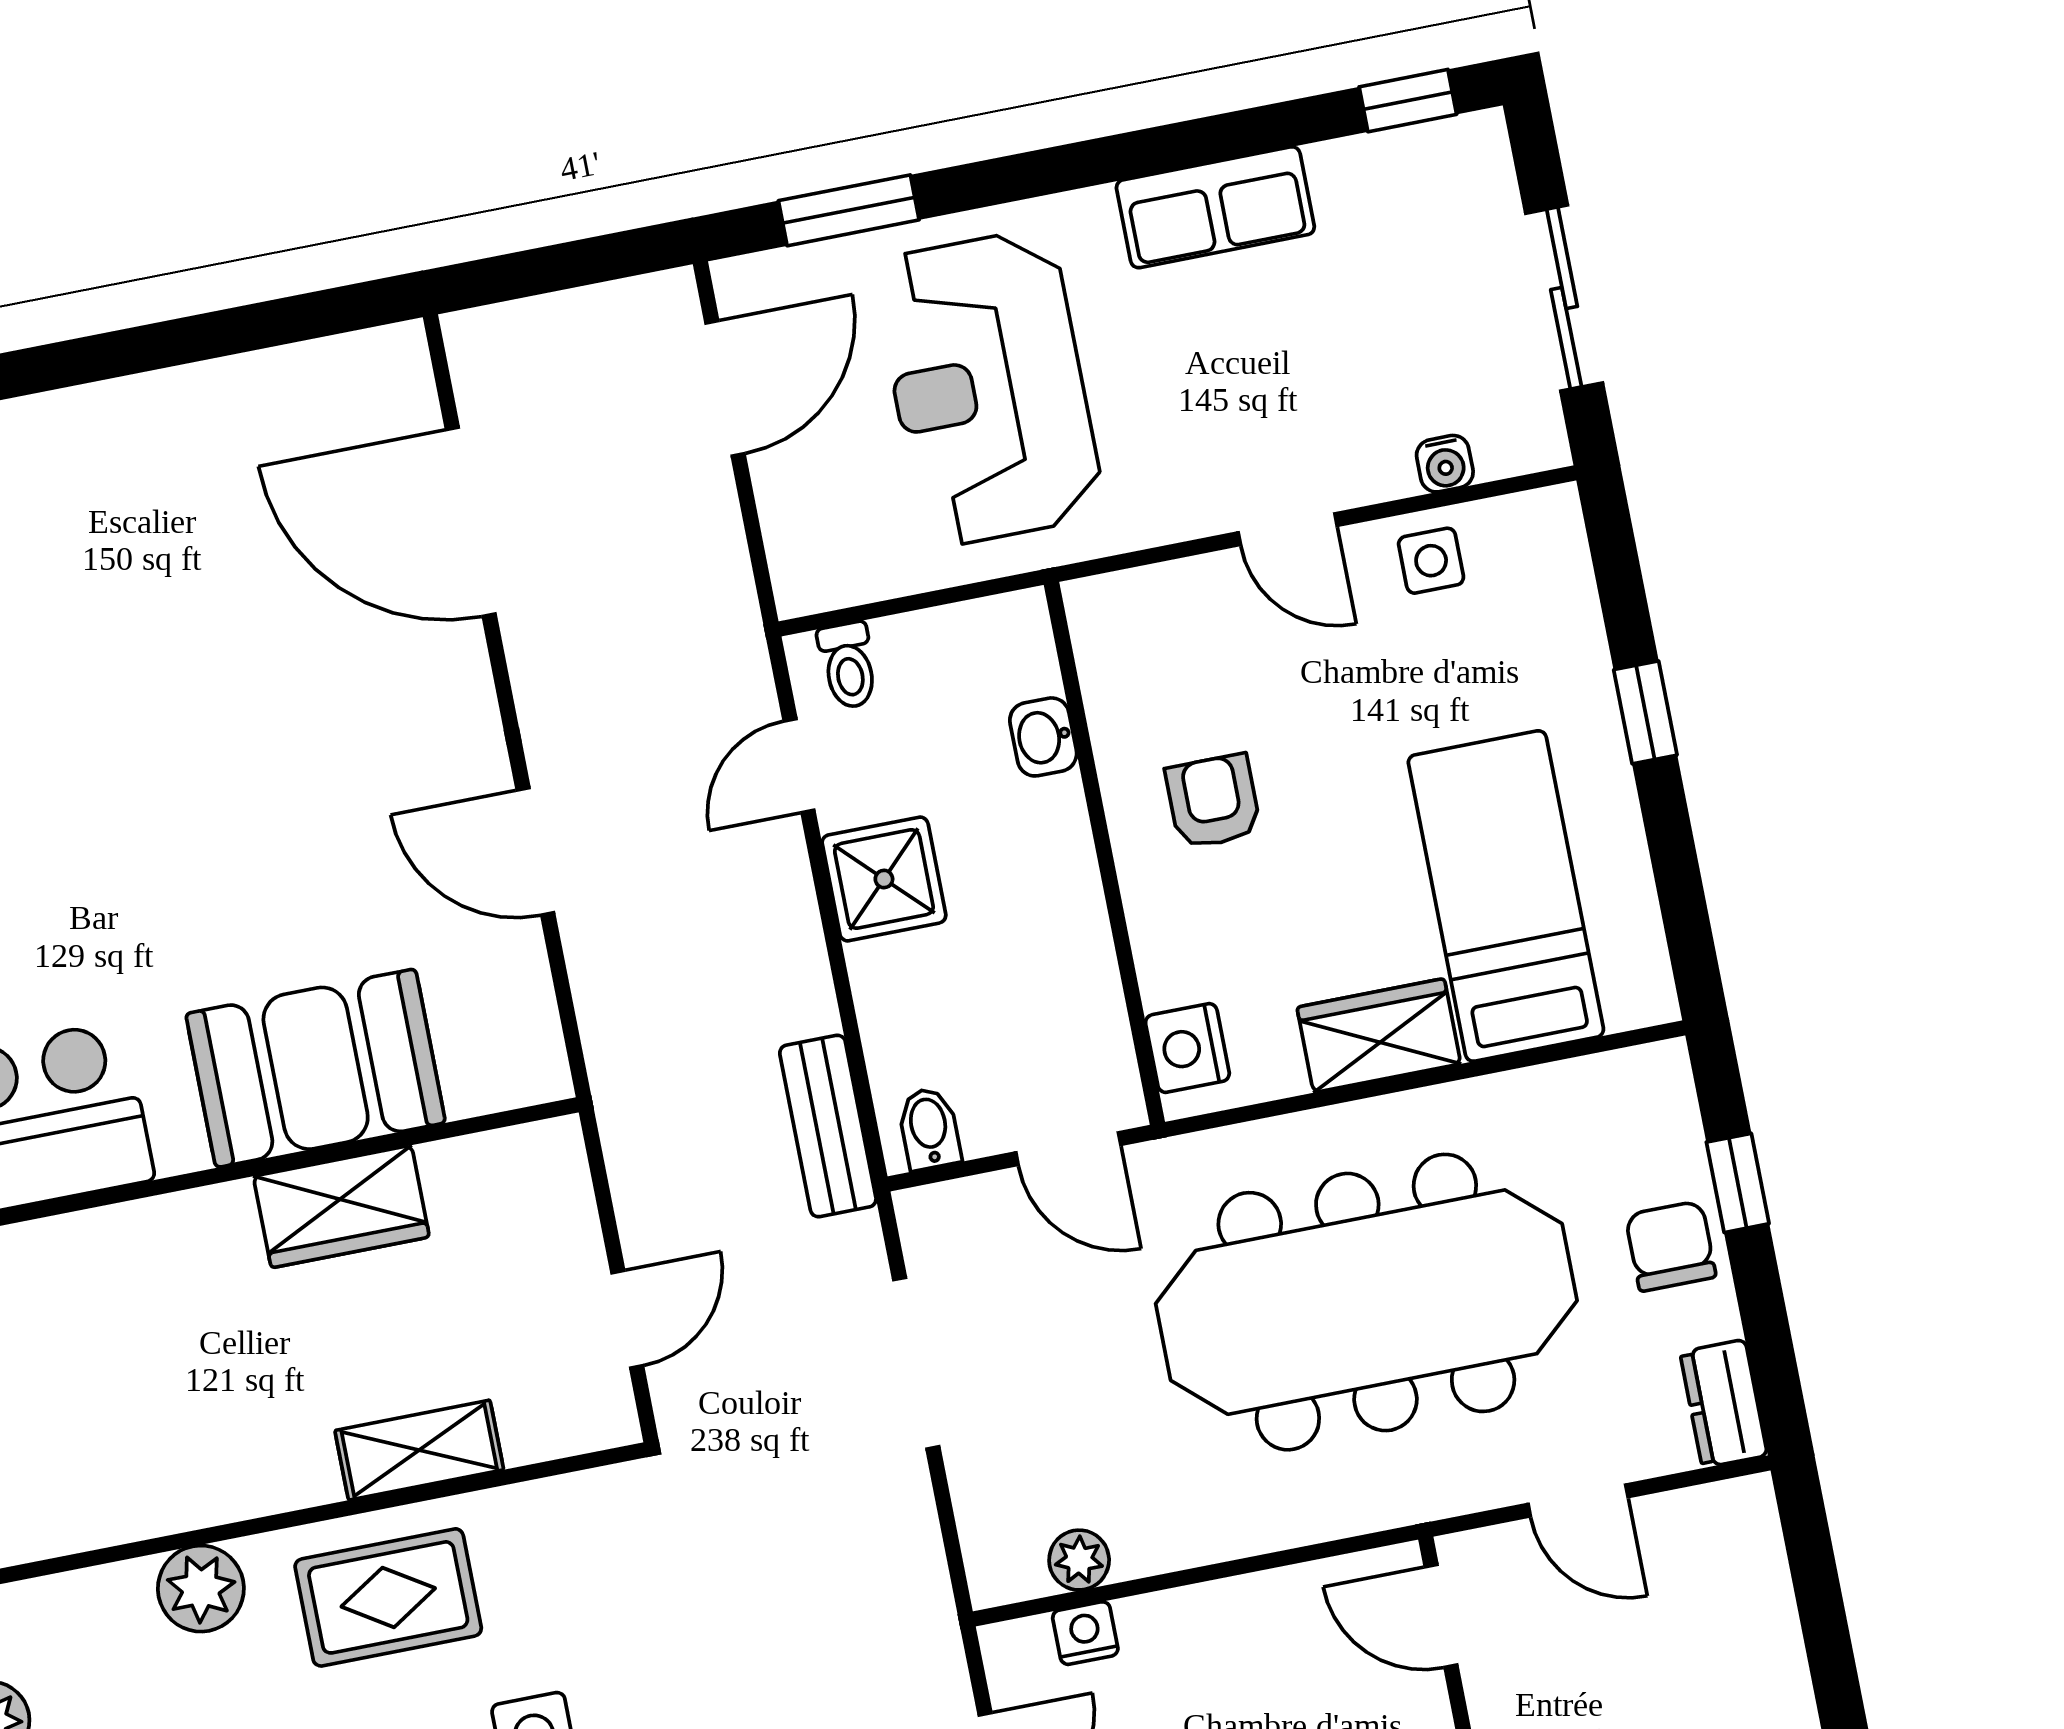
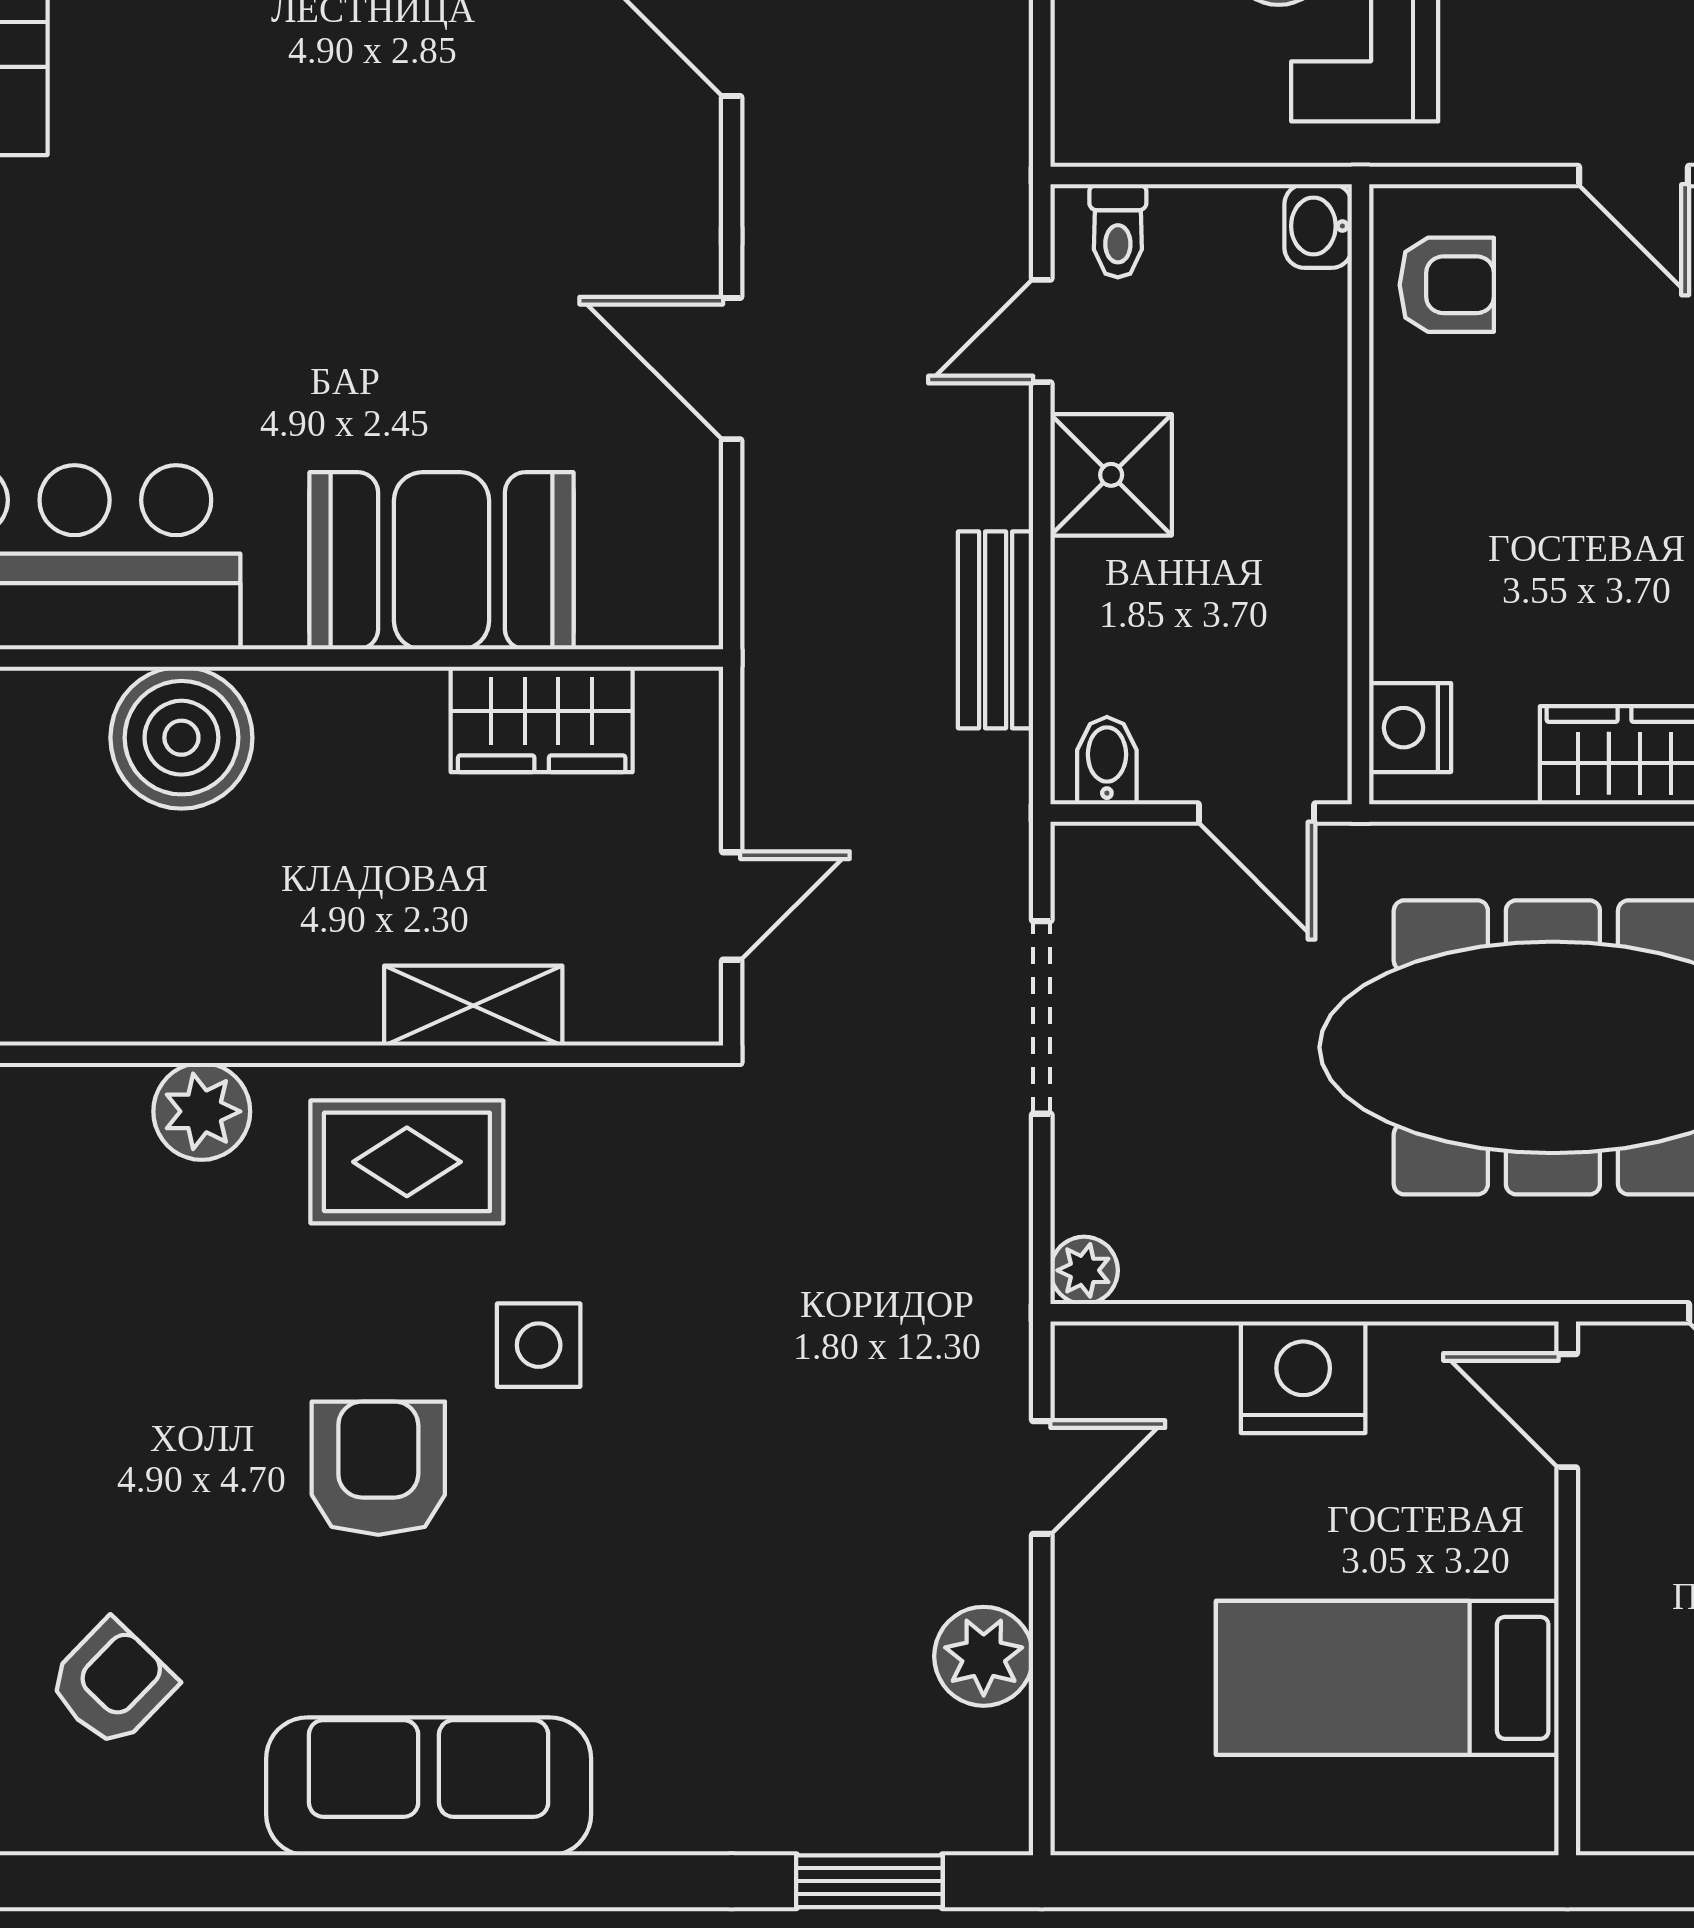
washbasin: (1043, 737) -> (1318, 226), moved
armchair: (1213, 801) -> (1447, 285), moved, turned 90
bench: (828, 1126) -> (996, 630), moved
wardrobe: (341, 1207) -> (542, 719), moved
boiler: (119, 1267) -> (181, 738), added
plant: (1079, 1560) -> (1084, 1270), moved
nightstand: (1085, 1633) -> (1303, 1377), moved, width x1.89, depth x1.79

